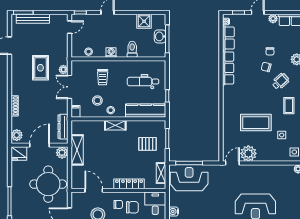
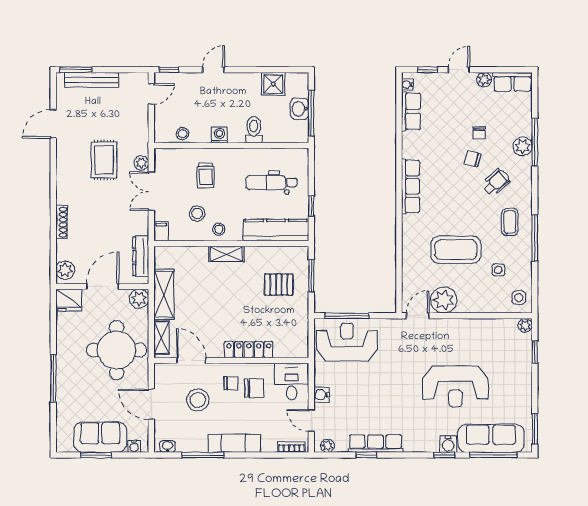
row of seats: (228, 68) -> (411, 186), moved
shelving: (161, 173) -> (161, 338), moved

